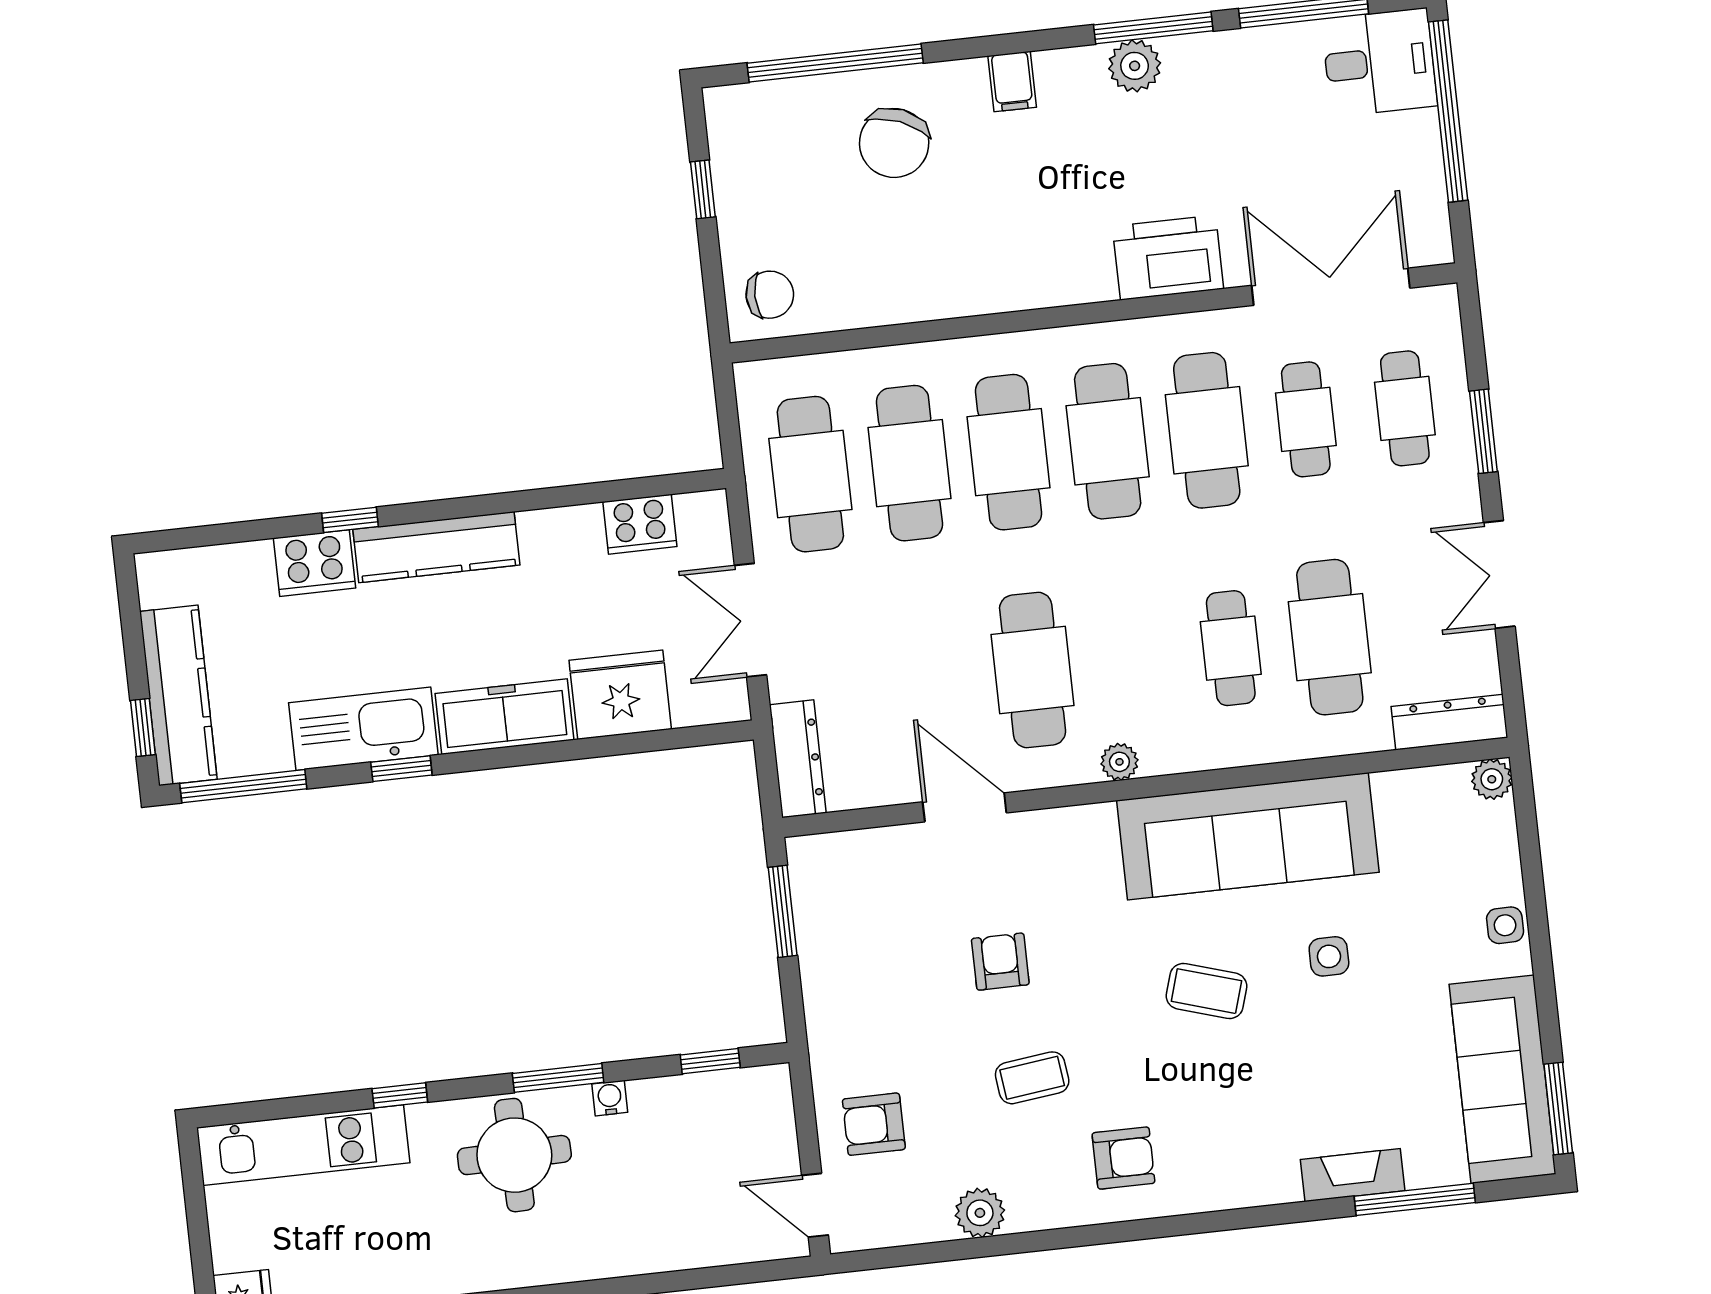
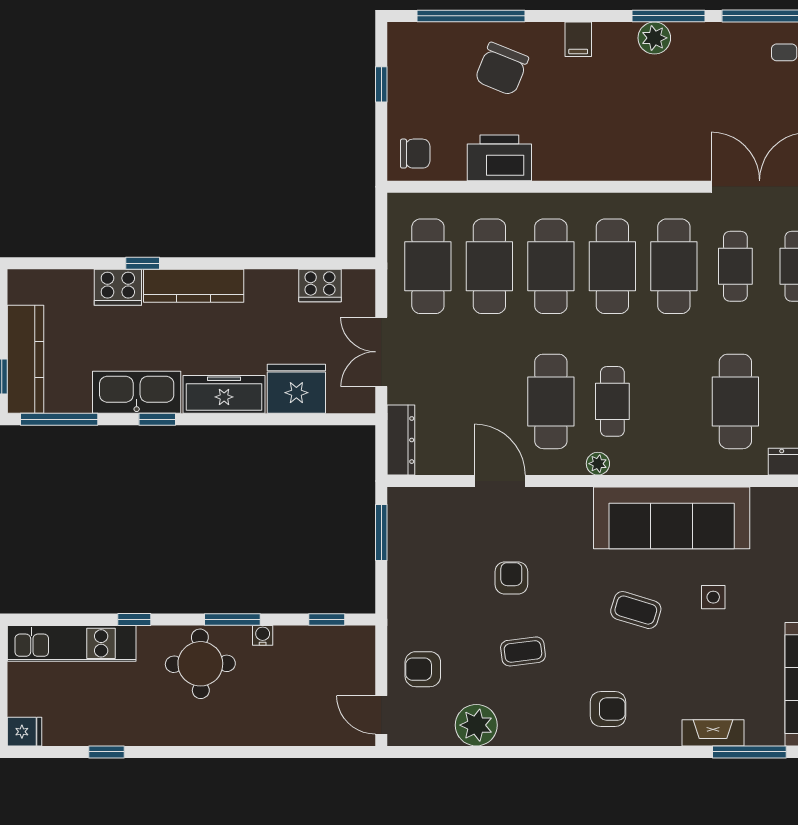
printer: (1168, 258) -> (499, 158), moved
cafe table: (1231, 648) -> (612, 401), moved
armchair: (1123, 1158) -> (608, 709), moved
plant: (980, 1213) -> (476, 725), width x1.36, depth x1.36

